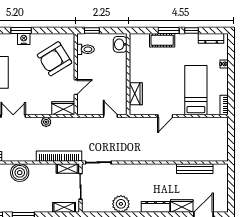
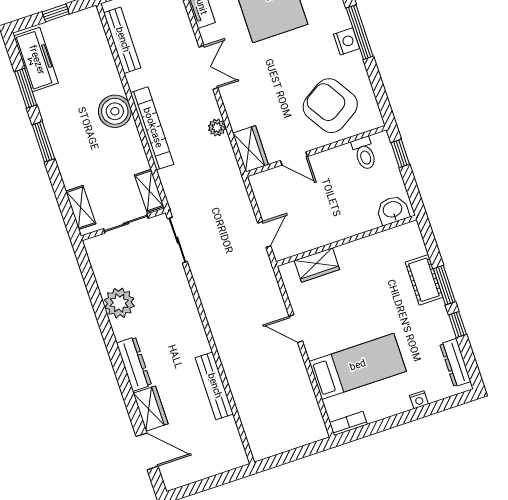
window: (21, 30) -> (360, 32), width x1.44
bookcase: (59, 156) -> (152, 128), moved
bench: (195, 169) -> (214, 386), moved

